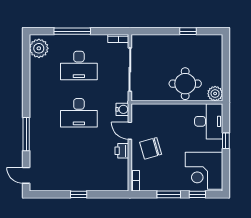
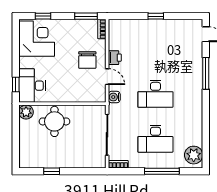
desk: (79, 66) -> (155, 139), turned 180
desk: (79, 113) -> (155, 94), turned 180
window: (226, 141) -> (16, 85), moved
chair: (151, 148) -> (87, 60), turned 106
window: (169, 194) -> (86, 16), moved

